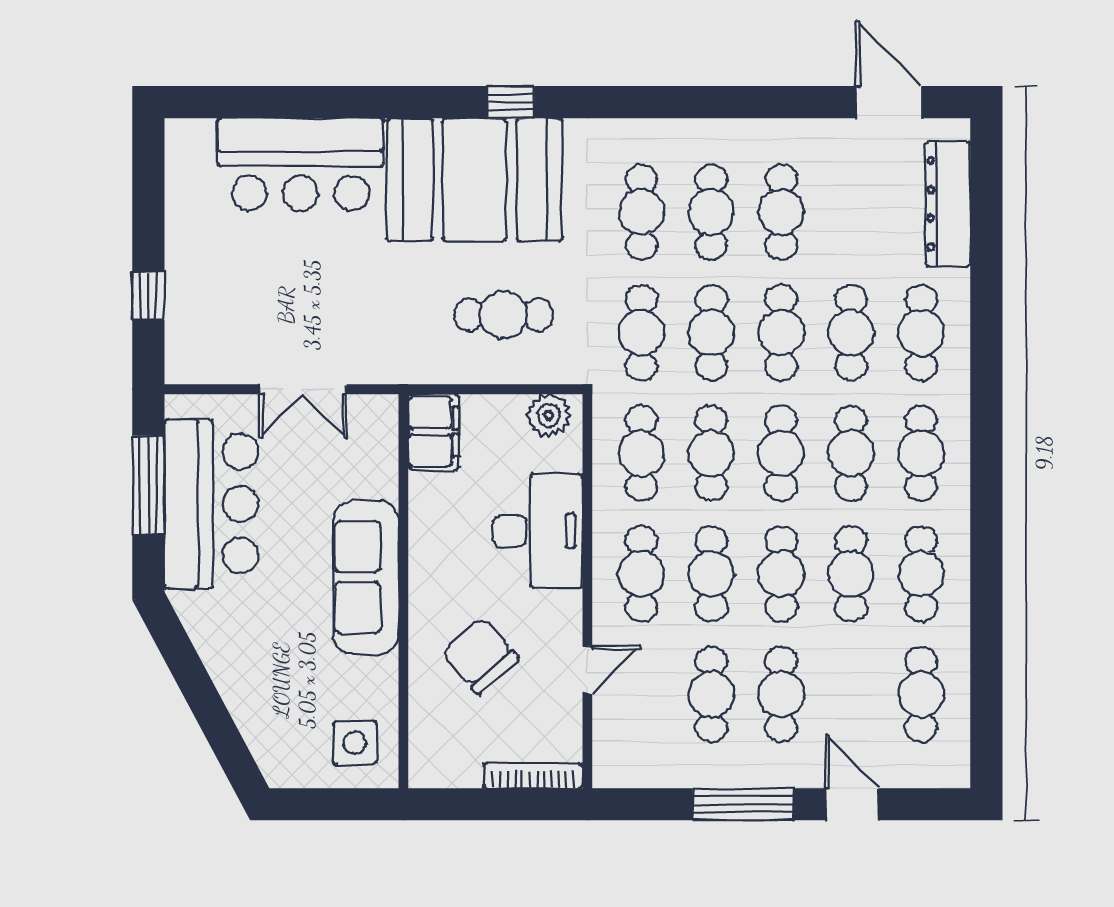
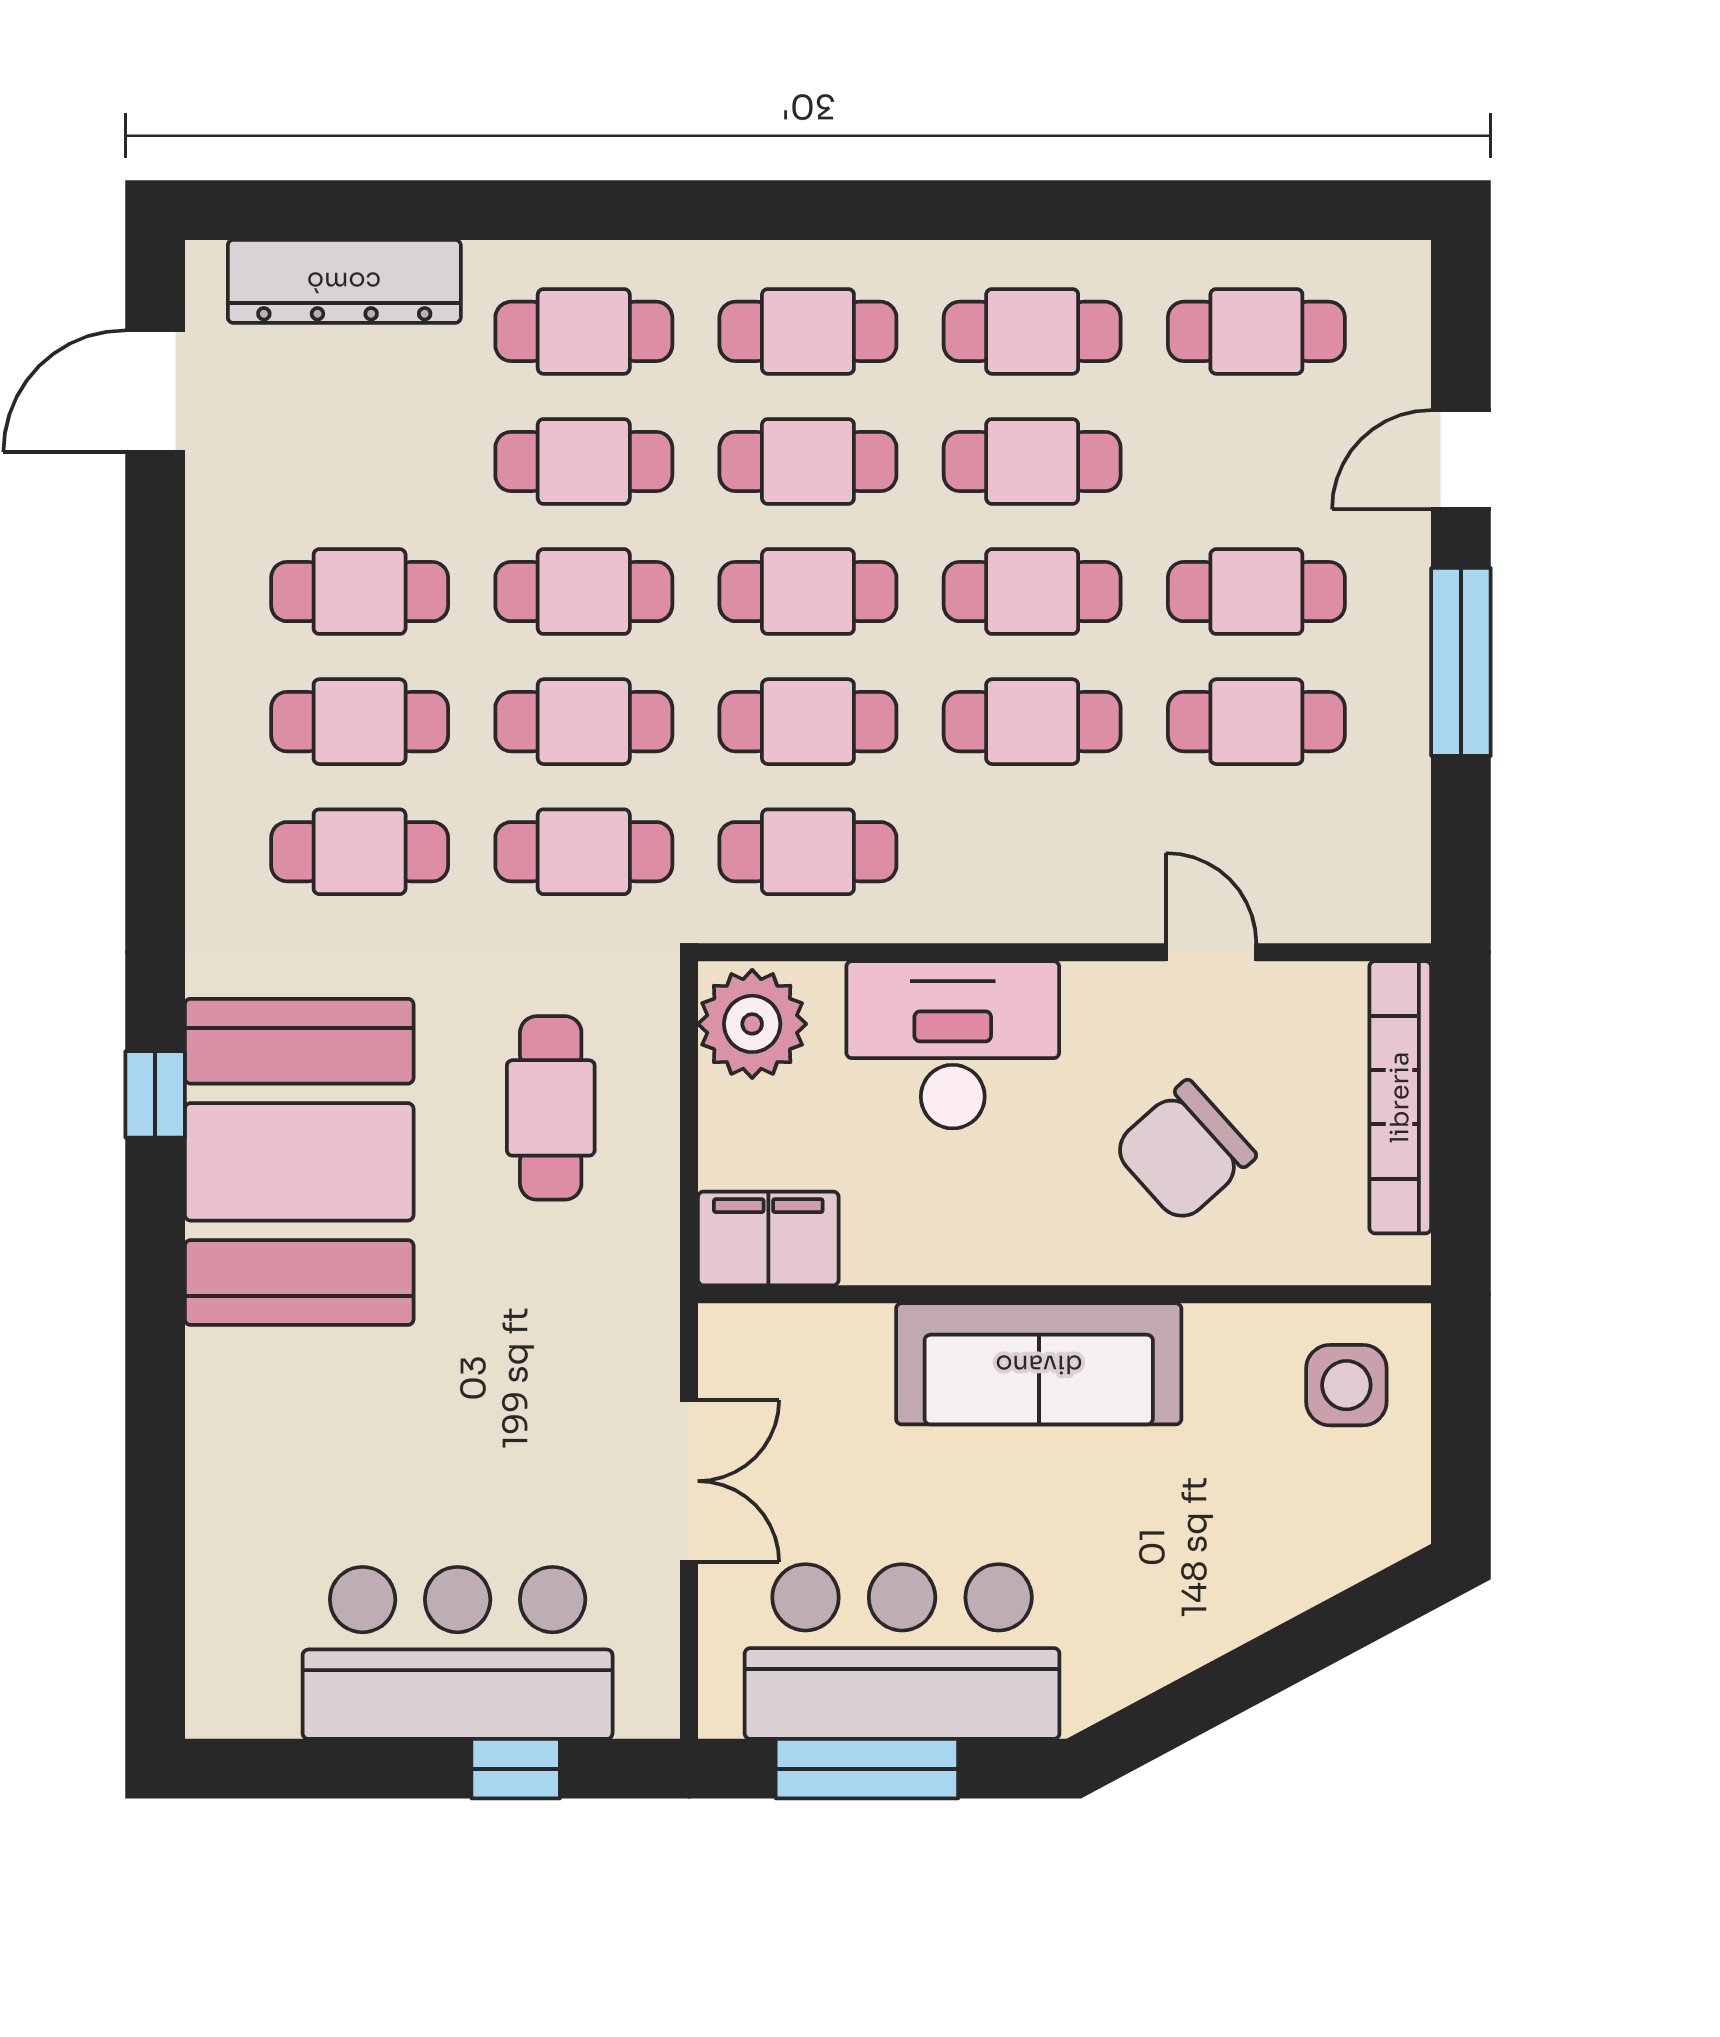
bar counter: (300, 164) -> (458, 1653), moved, turned -90
plant: (549, 415) -> (752, 1024), width x1.36, depth x1.36
cafe table: (641, 574) -> (1032, 852), removed
bookcase: (533, 776) -> (1400, 1097), width x1.48, depth x1.31

